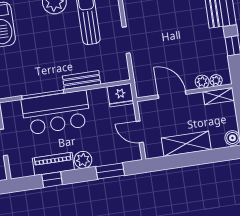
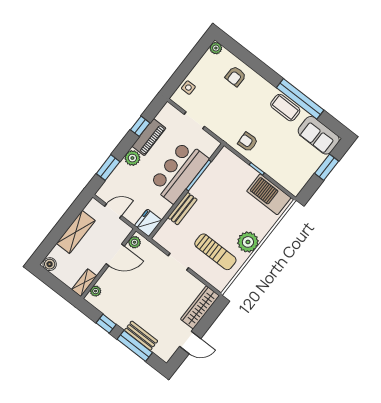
plant: (202, 82) -> (135, 242), moved

